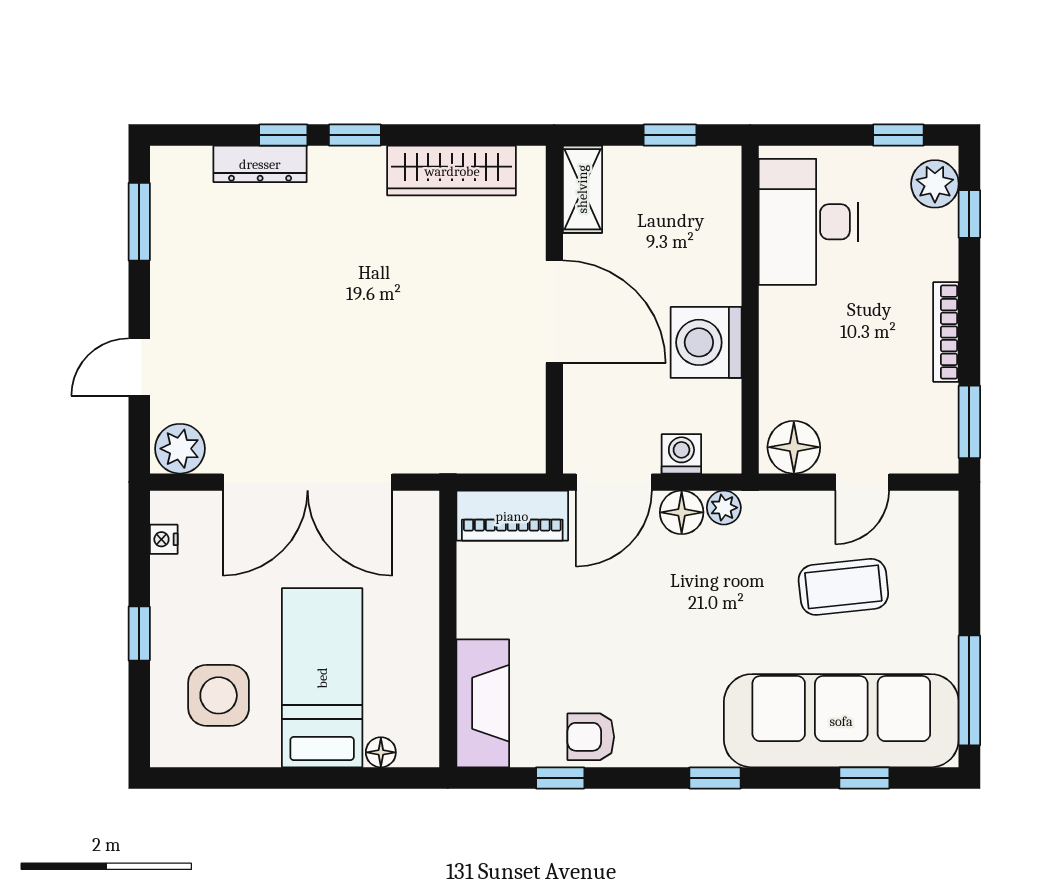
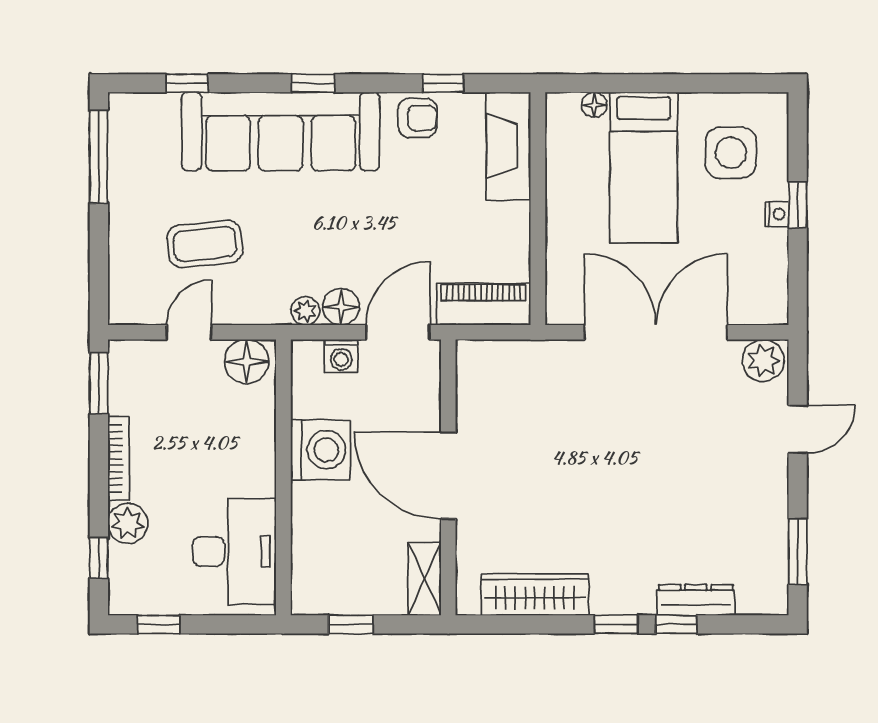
plant: (935, 184) -> (128, 523), moved
nightstand: (164, 539) -> (777, 214), moved
sofa: (841, 721) -> (281, 131), moved

